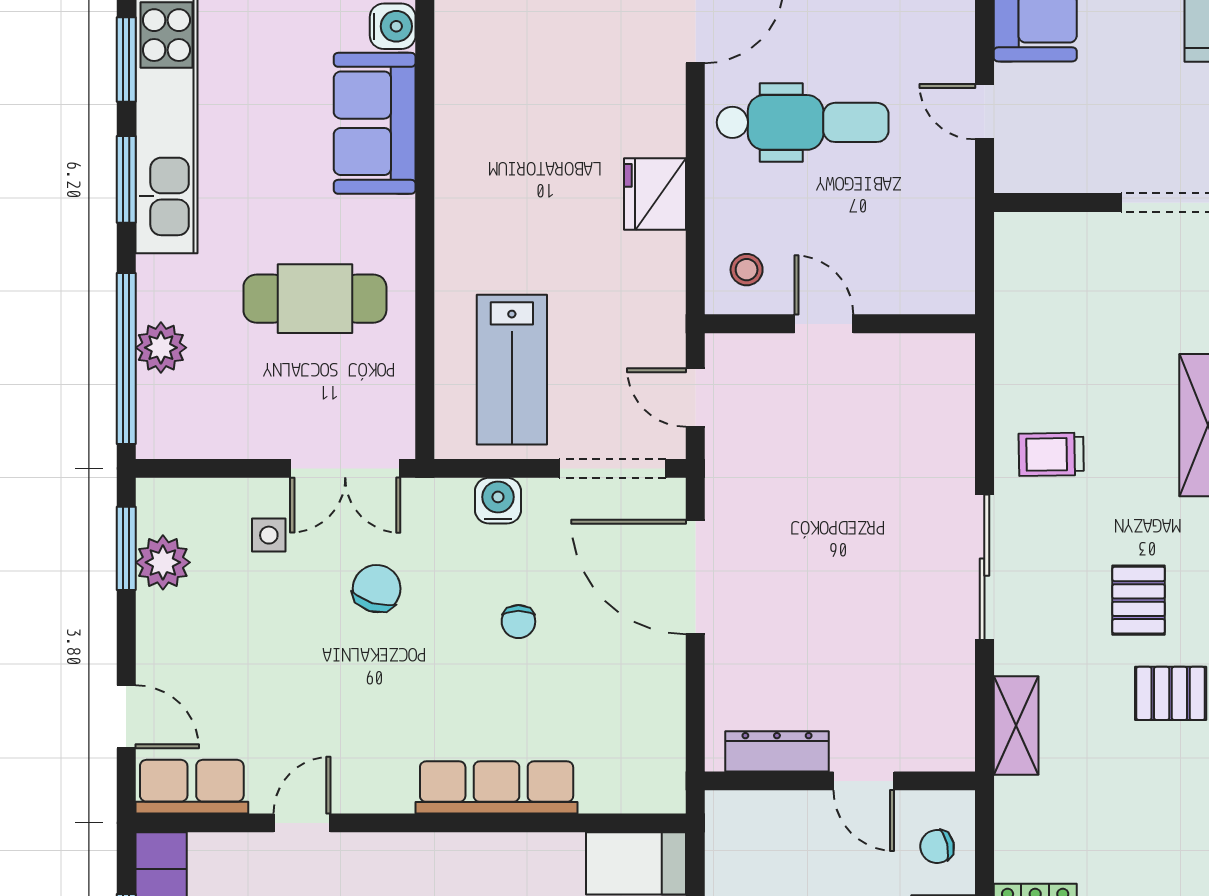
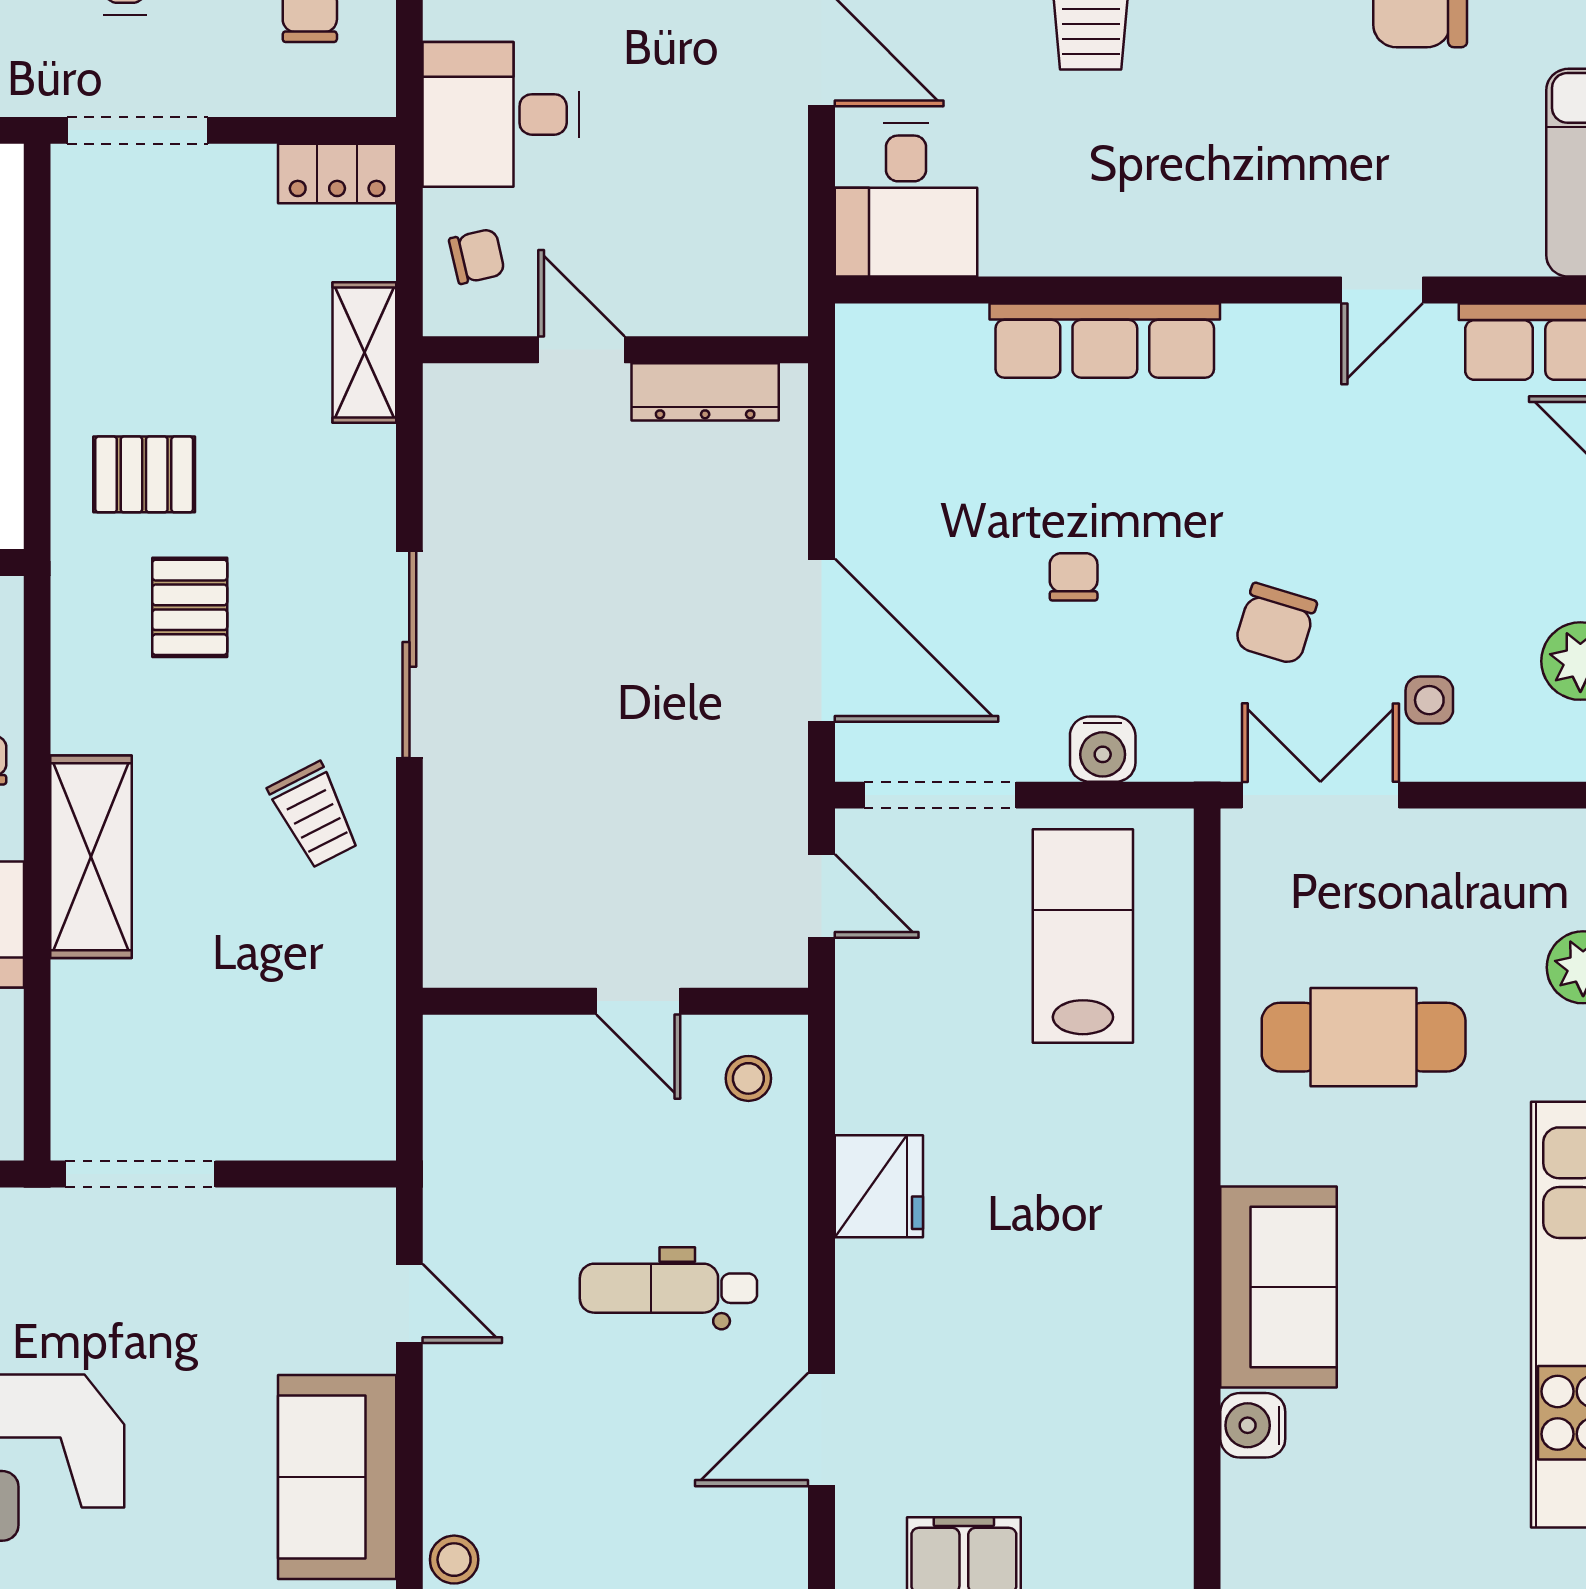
dental chair: (803, 122) -> (668, 1288), width x0.73, depth x0.72
trolley: (1051, 454) -> (314, 815), turned 64
shelving: (1016, 725) -> (364, 352), moved

